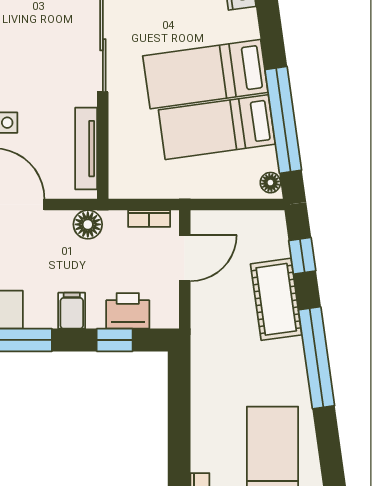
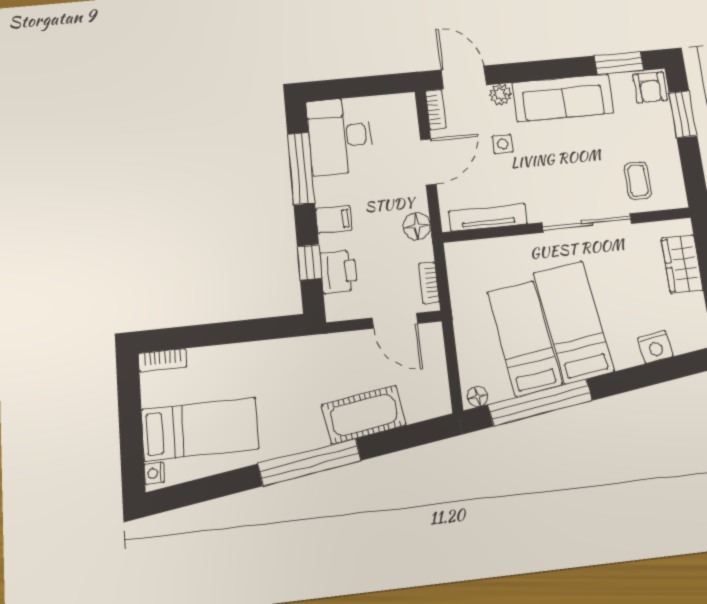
window: (302, 256) -> (410, 436), removed

